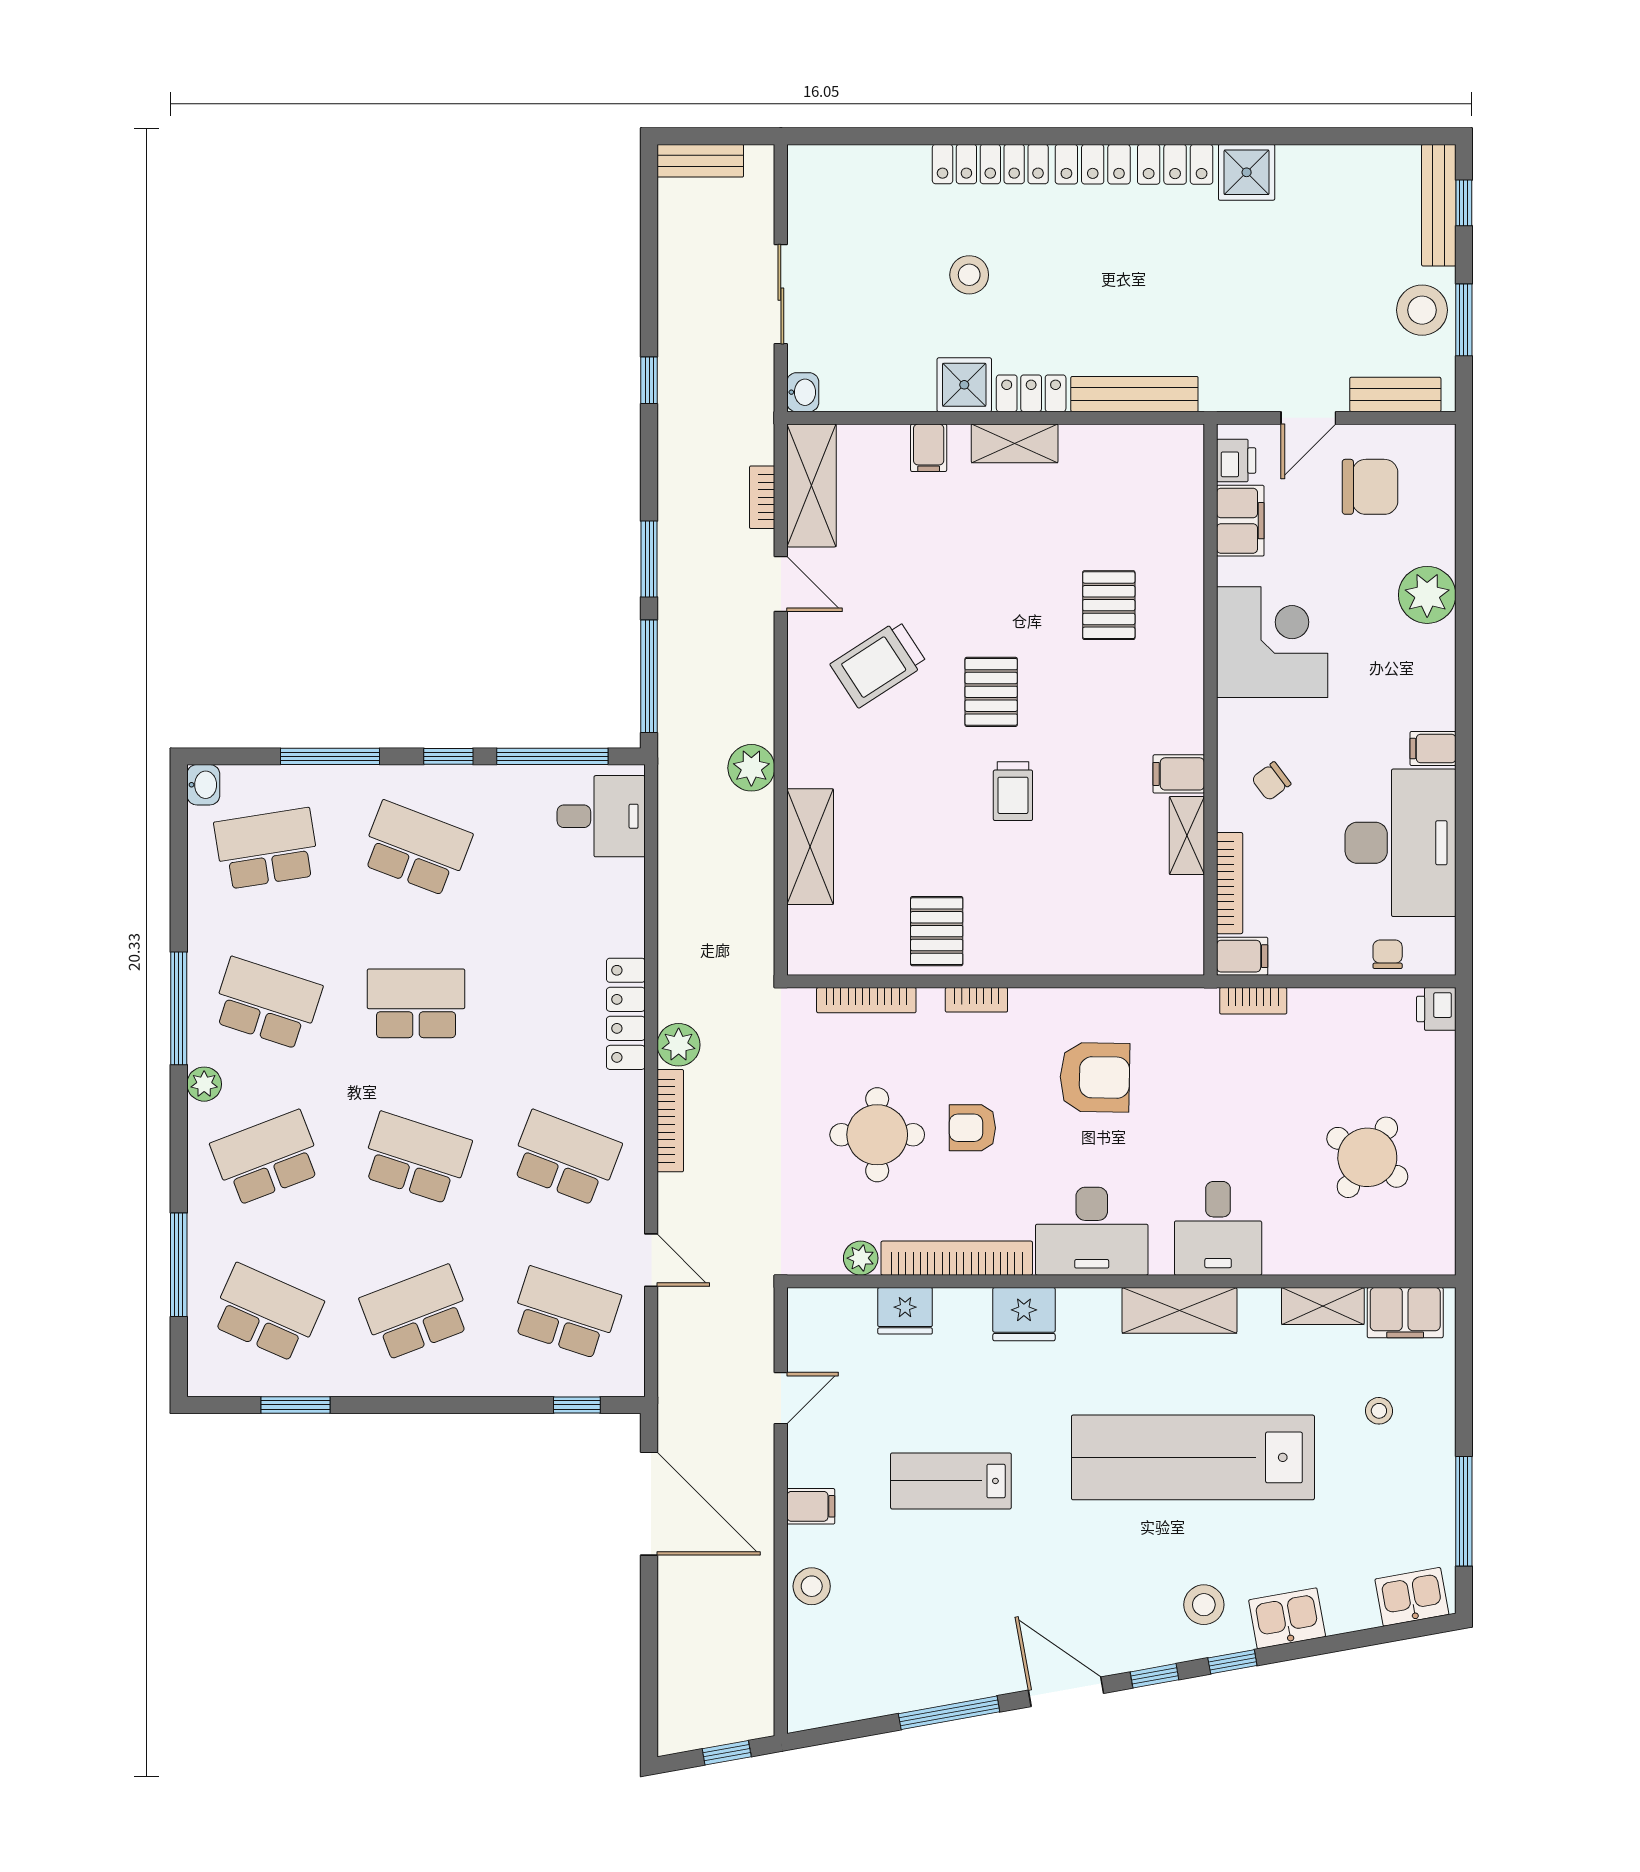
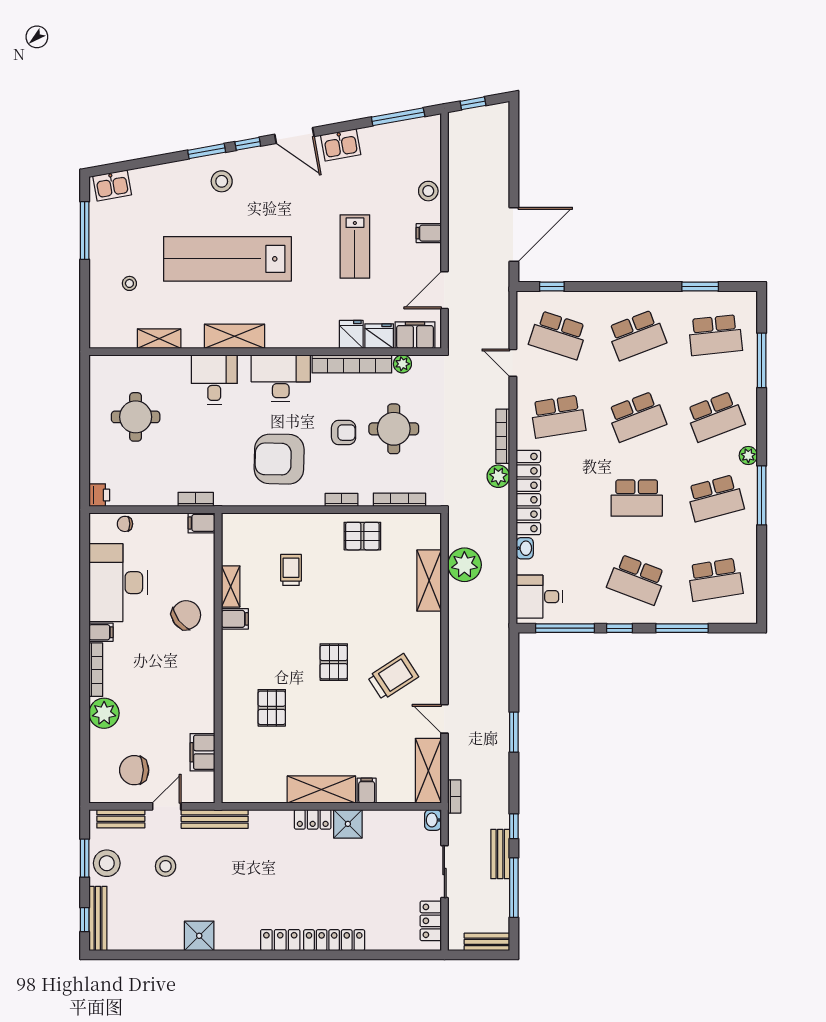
locker: (1175, 164) -> (431, 921), moved, turned -90
stool: (969, 275) -> (166, 866), moved
bench: (675, 328) -> (500, 854), added
bench: (1134, 394) -> (215, 819), moved
shelving: (1015, 443) -> (321, 790), width x1.50, depth x1.33
printer: (1236, 460) -> (205, 784), removed
bookcase: (762, 497) -> (454, 797), moved
corner desk: (1272, 642) -> (186, 688), removed
window: (649, 676) -> (514, 888), moved
plant: (751, 768) -> (464, 565), moved, width x1.36, depth x1.36
chair: (1271, 781) -> (186, 615), width x1.87, depth x1.87
washbasin: (203, 785) -> (525, 548), moved, turned 180
trolley: (1013, 791) -> (291, 570), moved
bookcase: (1230, 883) -> (96, 670), moved, turned 180
pallet: (937, 931) -> (362, 536), turned 90
chair: (1388, 954) -> (125, 524), turned 90
school desk: (267, 1003) -> (715, 498), turned -33
locker: (626, 1014) -> (528, 493), width x1.41, depth x1.21
armchair: (1095, 1077) -> (279, 459), width x1.36, depth x1.36
round table: (1367, 1157) -> (136, 417), turned -33
school desk: (416, 1158) -> (637, 417), turned -39
school desk: (565, 1158) -> (558, 417), turned -30
school desk: (267, 1313) -> (715, 335), turned -30
filing cabinet: (1405, 1313) -> (415, 335), moved
fridge: (1024, 1314) -> (351, 334), moved, width x0.72
door: (781, 1398) -> (444, 290), width x1.38
lab bench: (1193, 1457) -> (227, 259), turned 180
lab bench: (951, 1481) -> (355, 246), turned 90
door: (649, 1504) -> (514, 234), swing flipped
kitchen sink: (1287, 1618) -> (341, 145), moved
window: (1232, 1662) -> (207, 151), width x1.50
window: (949, 1713) -> (398, 117), moved

